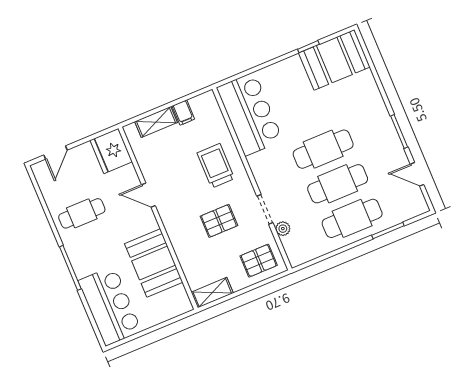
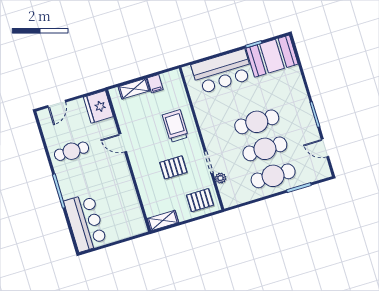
bar counter: (250, 114) -> (222, 72), moved, turned 90
booth: (154, 263) -> (121, 194), removed

